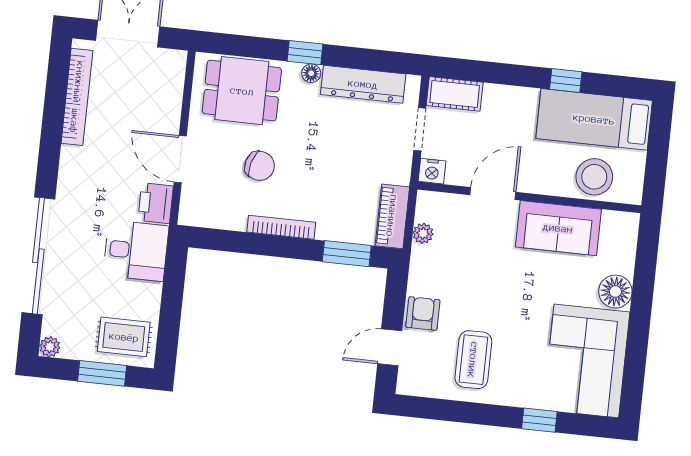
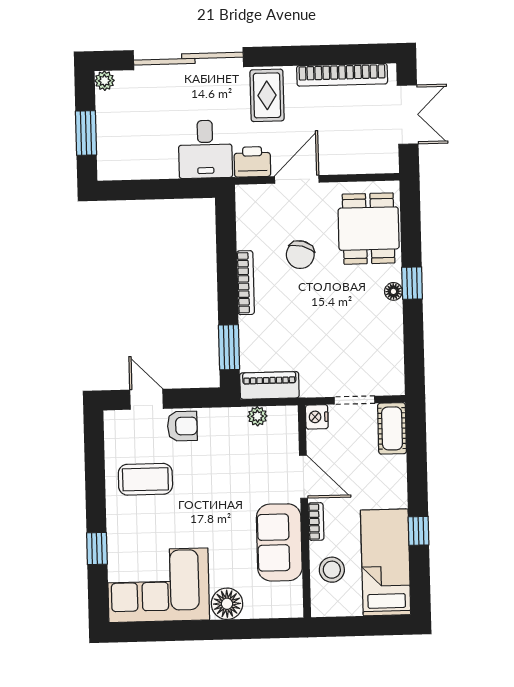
dresser: (363, 84) -> (390, 341), removed
stool: (594, 177) -> (332, 570), width x0.73, depth x0.73
bookcase: (542, 187) -> (316, 522), added
rug: (124, 337) -> (267, 95), moved

